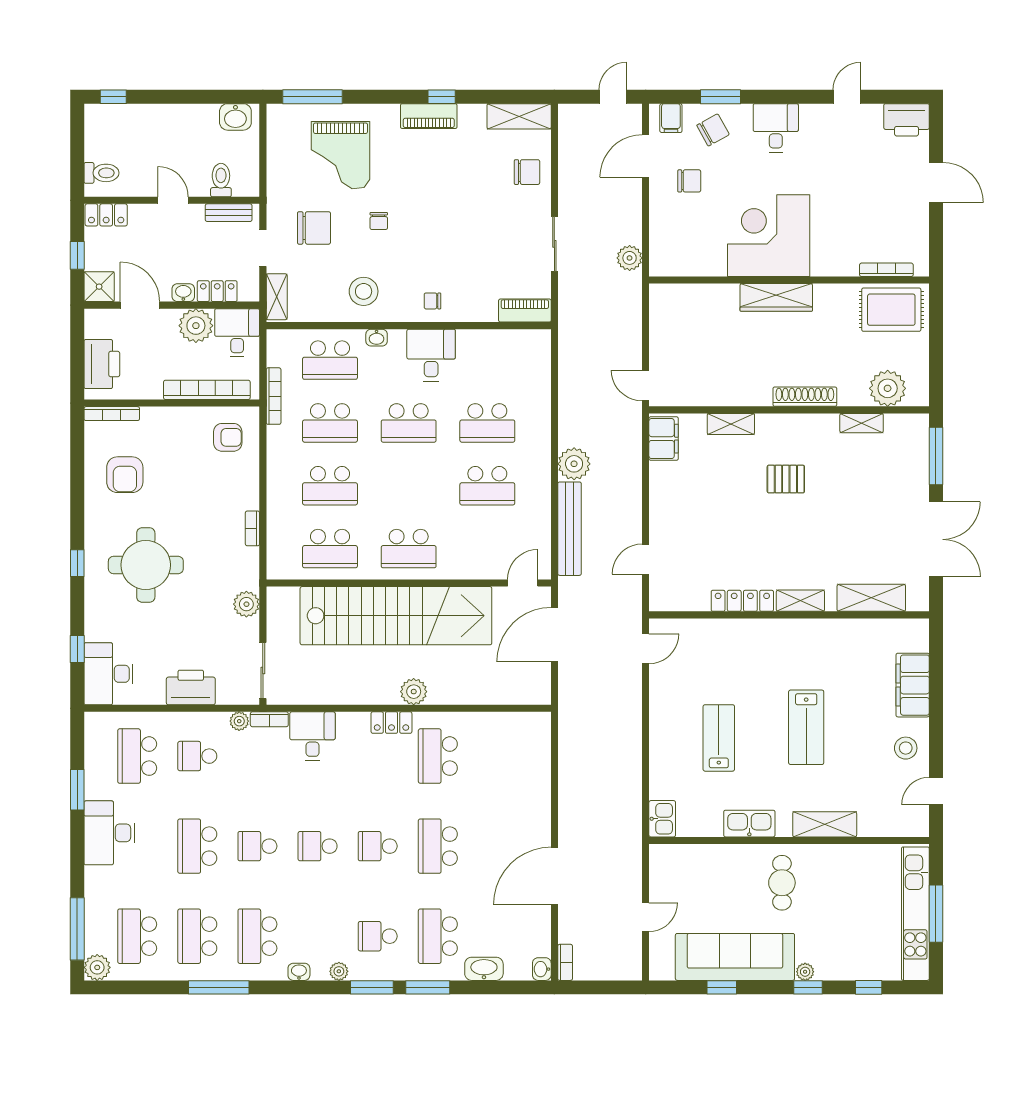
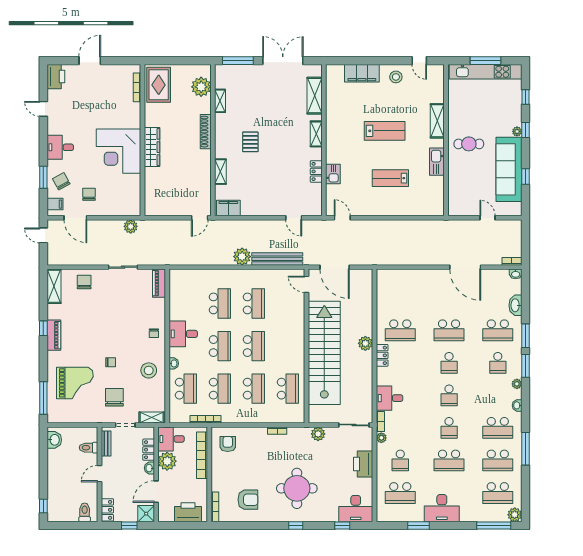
school desk: (409, 549) -> (254, 346), moved
locker: (742, 601) -> (316, 171), width x0.66
kitchen sink: (662, 819) -> (333, 174), moved, turned 90

